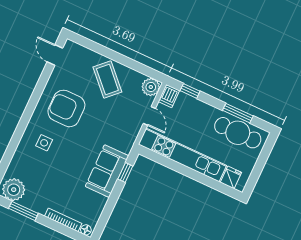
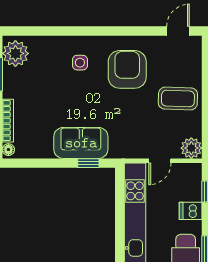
coffee table: (107, 80) -> (178, 99), turned 46
dishwasher: (169, 96) -> (191, 211), moved

